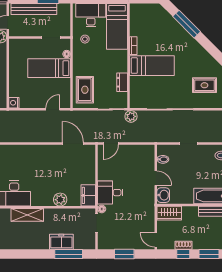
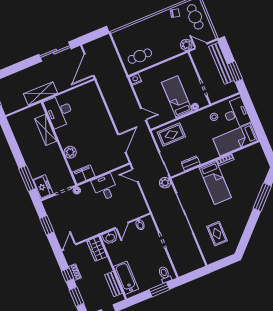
desk: (110, 193) -> (105, 187), moved
freezer: (61, 242) -> (43, 187), moved

